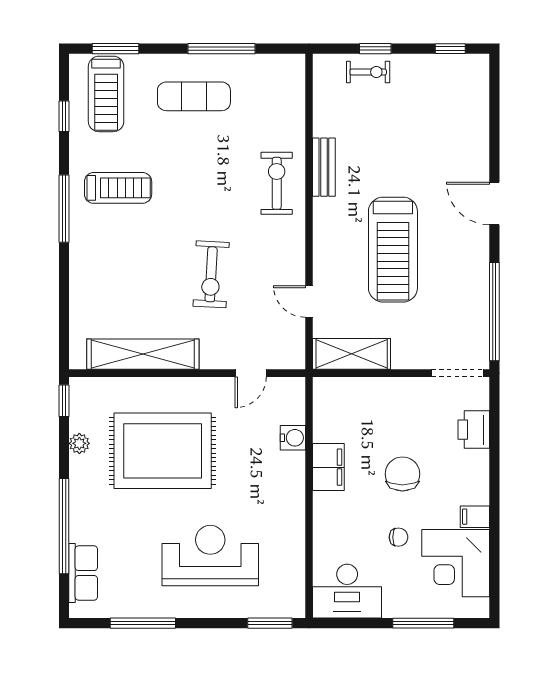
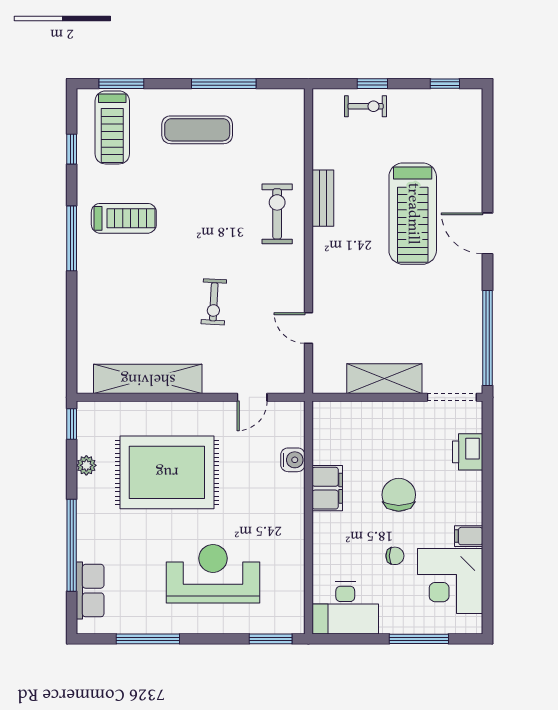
treadmill: (393, 250) -> (413, 214), moved
exercise bike: (211, 274) -> (214, 302), width x0.73, depth x0.72
shelving: (352, 354) -> (384, 379), moved

